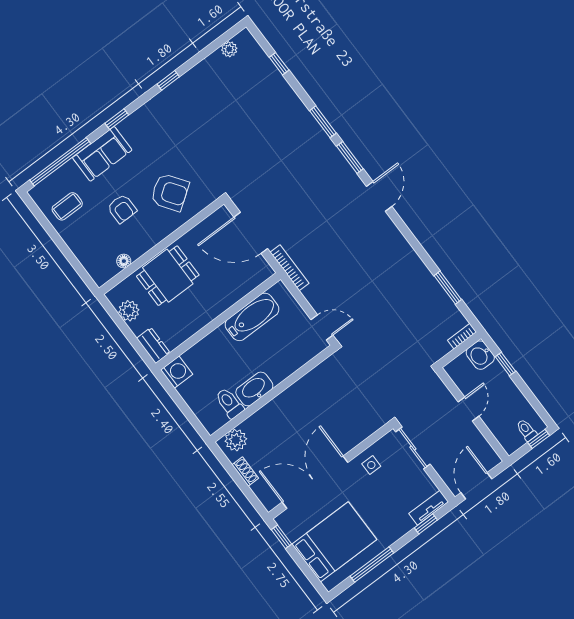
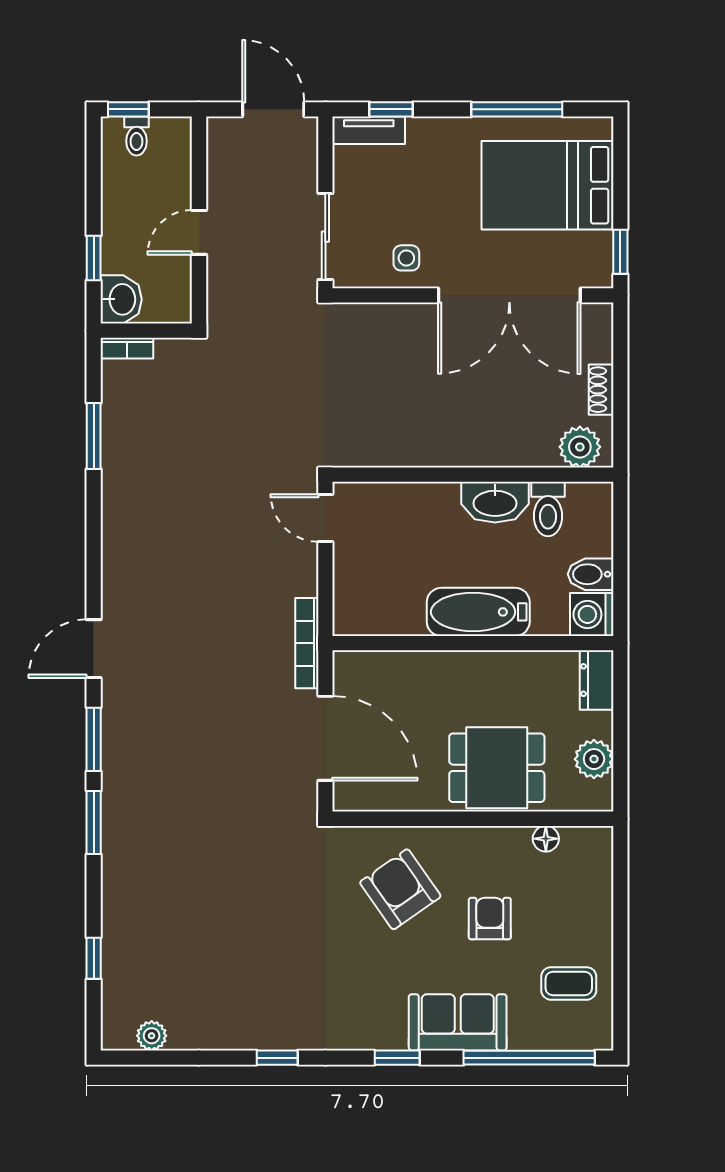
bathtub: (252, 317) -> (478, 612), moved
bidet: (190, 389) -> (591, 574), added
door: (476, 486) -> (273, 109), swing flipped

